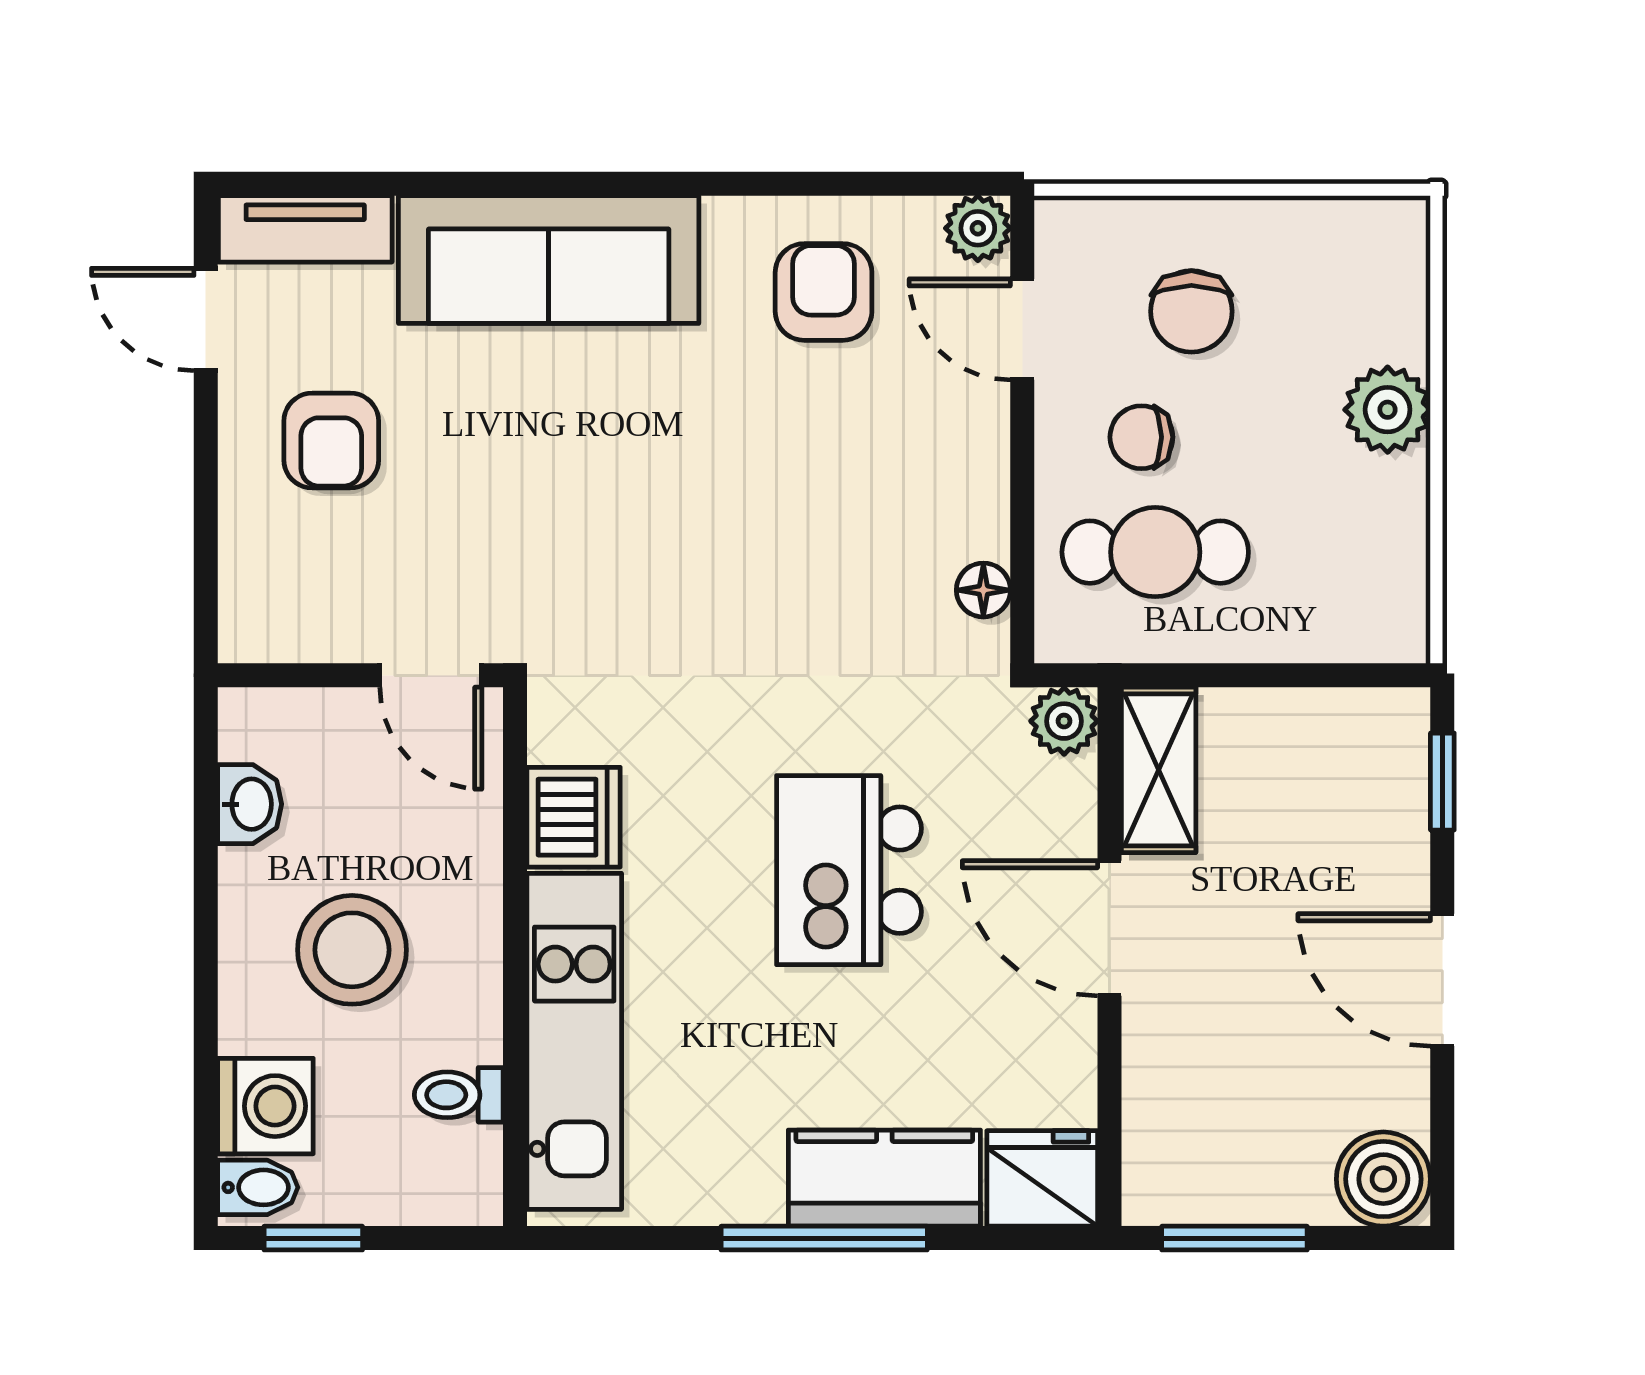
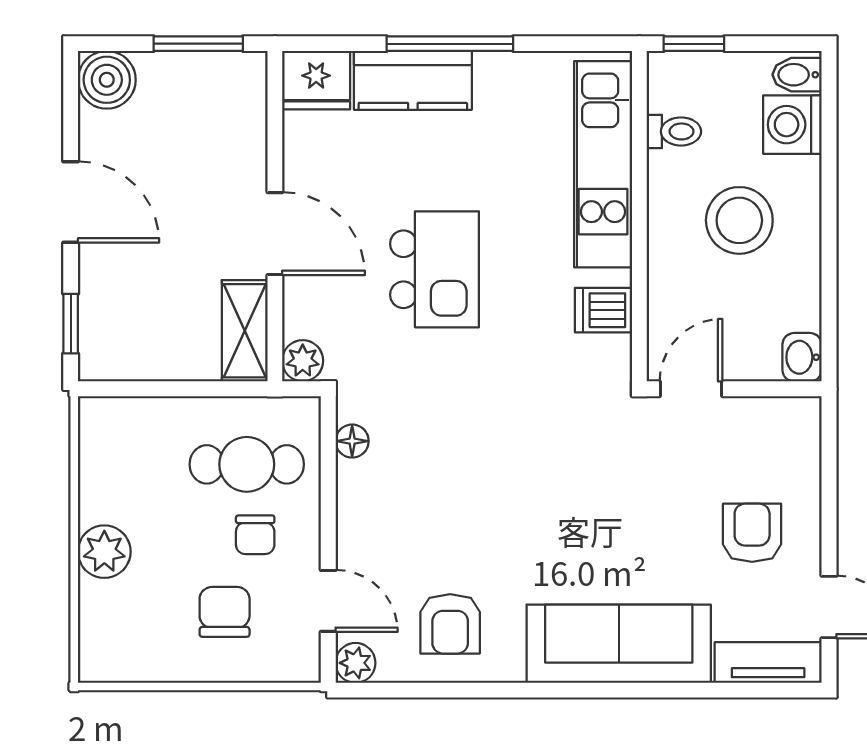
chair: (1141, 437) -> (255, 535), turned 90
door: (431, 675) -> (691, 389), hinge flipped
washbasin: (250, 804) -> (802, 357), moved
dishwasher: (573, 817) -> (603, 310), width x0.73
window: (313, 1238) -> (694, 44), moved

